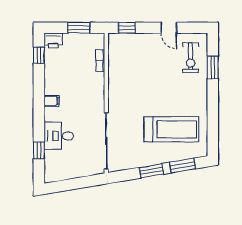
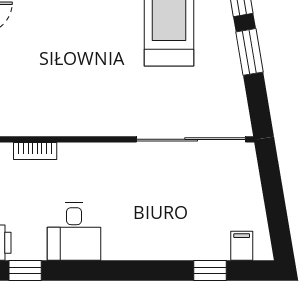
filing cabinet: (52, 101) -> (242, 246), moved
desk: (59, 136) -> (74, 232), moved

